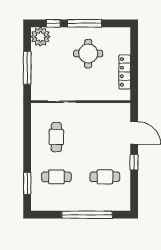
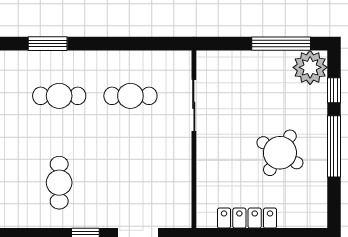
round table: (88, 54) -> (280, 153), turned 31
window: (27, 68) -> (281, 44), moved
cafe table: (56, 177) -> (59, 96), turned 90

